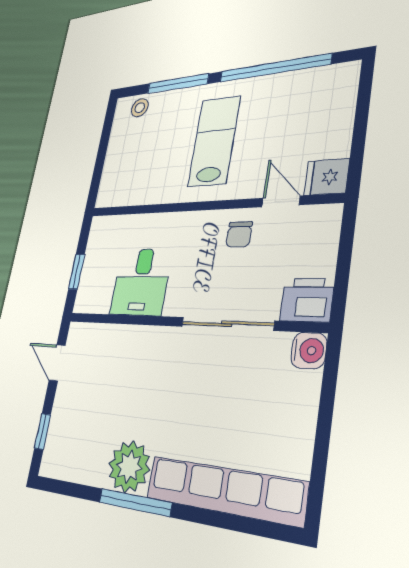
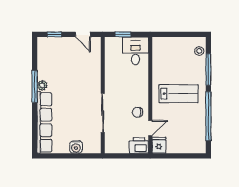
desk: (141, 282) -> (135, 51), moved, turned 90
printer: (307, 300) -> (139, 145), moved, turned -90
water cooler: (309, 350) -> (76, 147), moved
door: (57, 363) -> (83, 34), swing flipped
plant: (129, 467) -> (42, 85), width x0.53, depth x0.53

